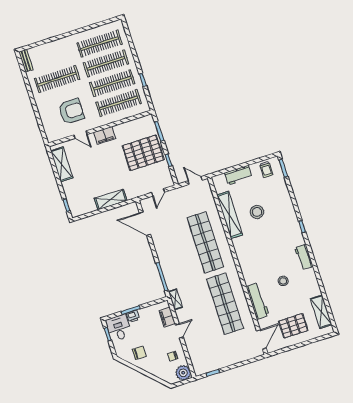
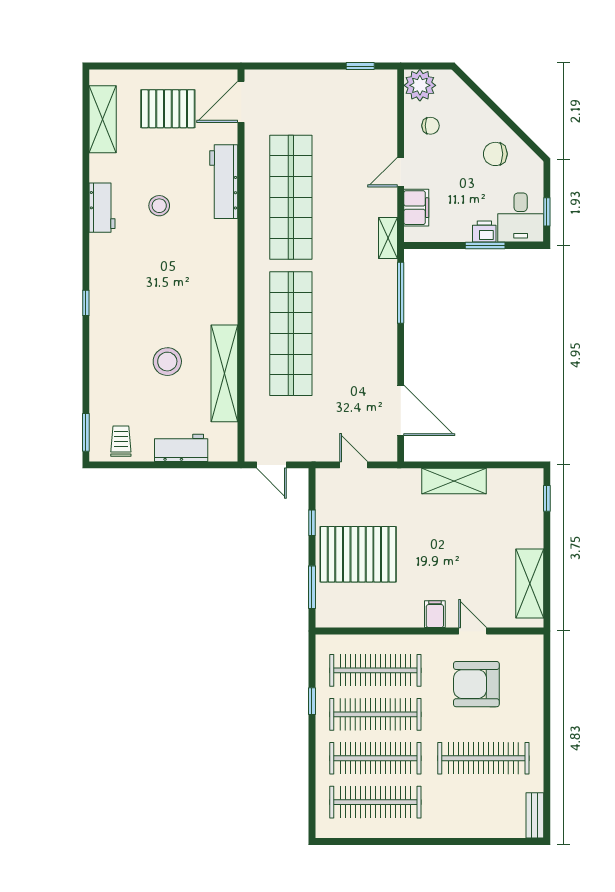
filing cabinet: (105, 135) -> (435, 614), width x0.50
door: (158, 192) -> (354, 465), hinge flipped
workbench: (304, 257) -> (102, 208), moved

